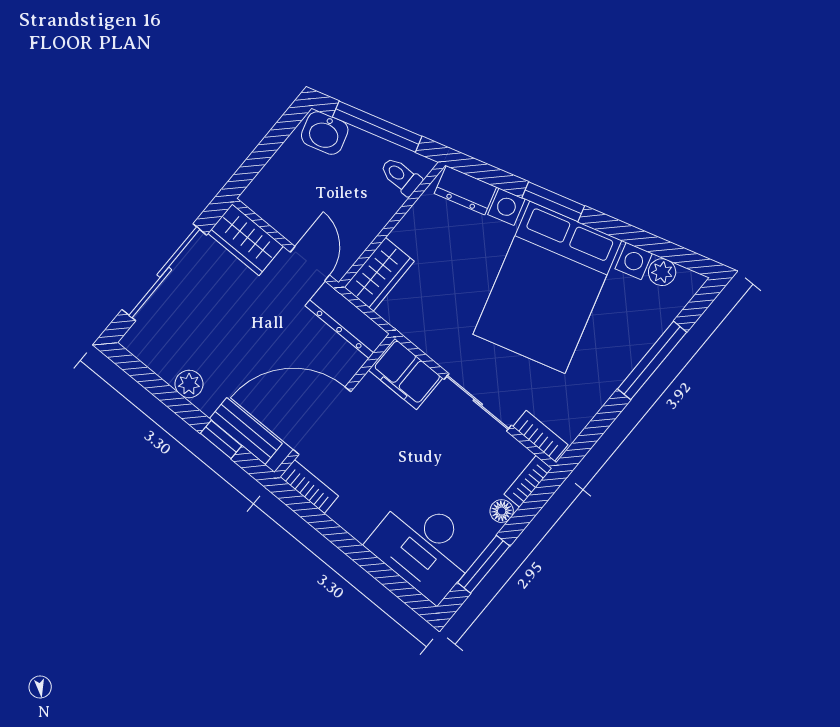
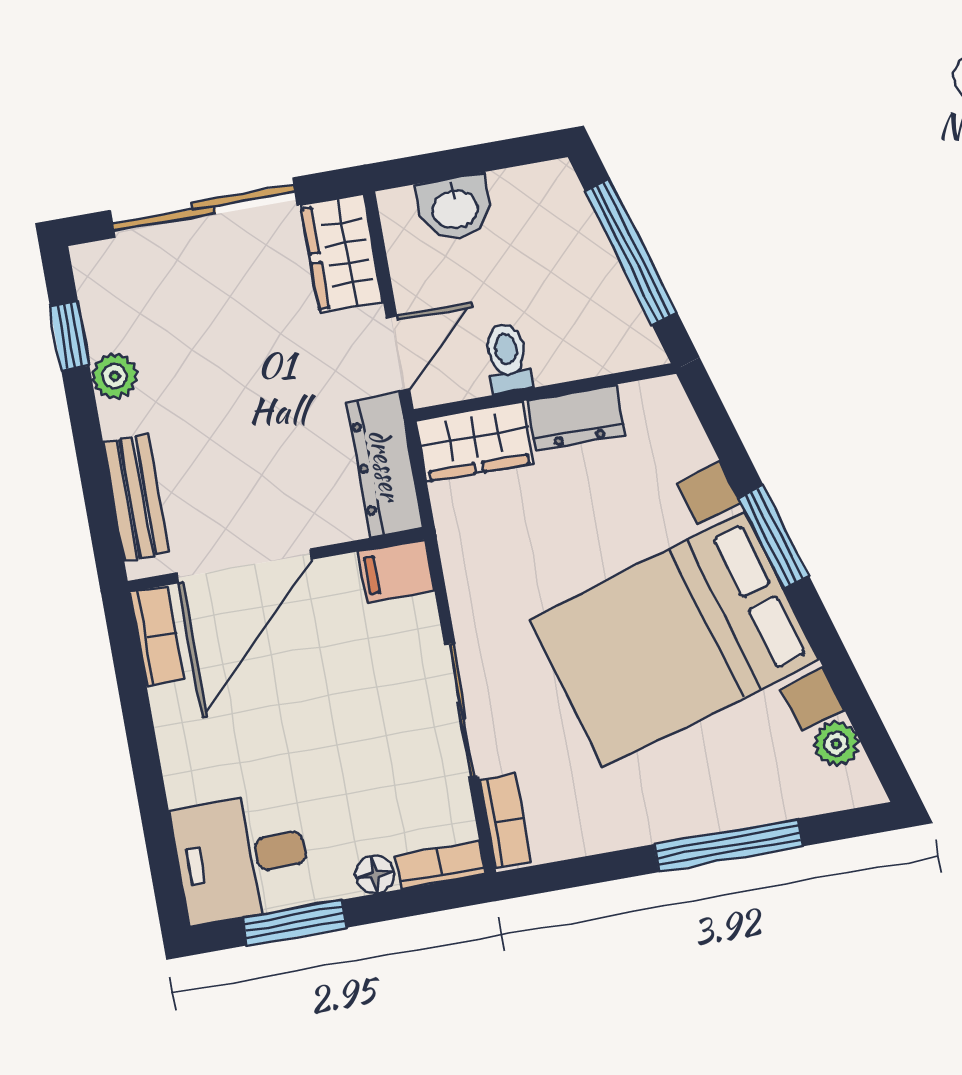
washbasin: (325, 133) -> (455, 208), moved, turned -74
toilet: (401, 176) -> (508, 358), moved
dresser: (465, 190) -> (576, 418), moved, turned -74
filing cabinet: (405, 374) -> (396, 571), width x0.50
door: (322, 421) -> (244, 566), swing flipped
window: (221, 440) -> (70, 336), moved
desk: (424, 547) -> (242, 858), width x0.73

